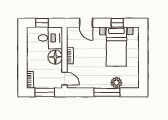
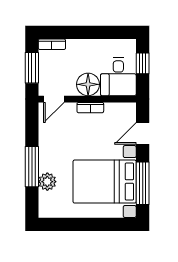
window: (117, 23) -> (143, 183), width x2.17
bed with nightstands: (116, 47) -> (105, 182), width x1.36

